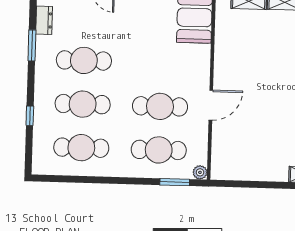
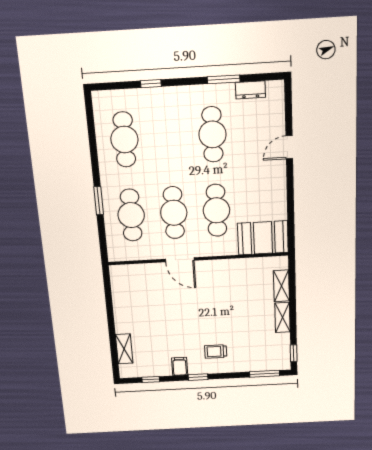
cafe table: (83, 104) -> (216, 210), moved
plant: (200, 172) -> (114, 255), removed
window: (175, 182) -> (99, 201), moved

